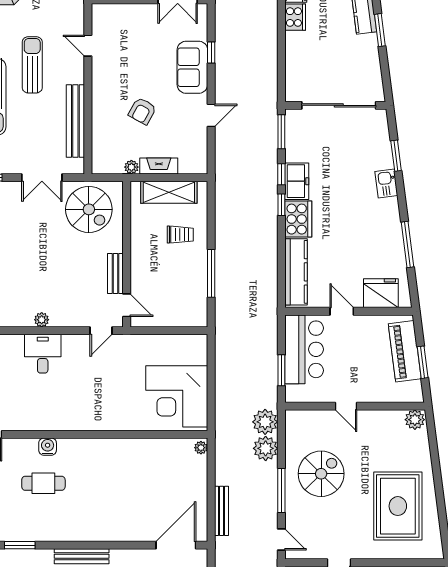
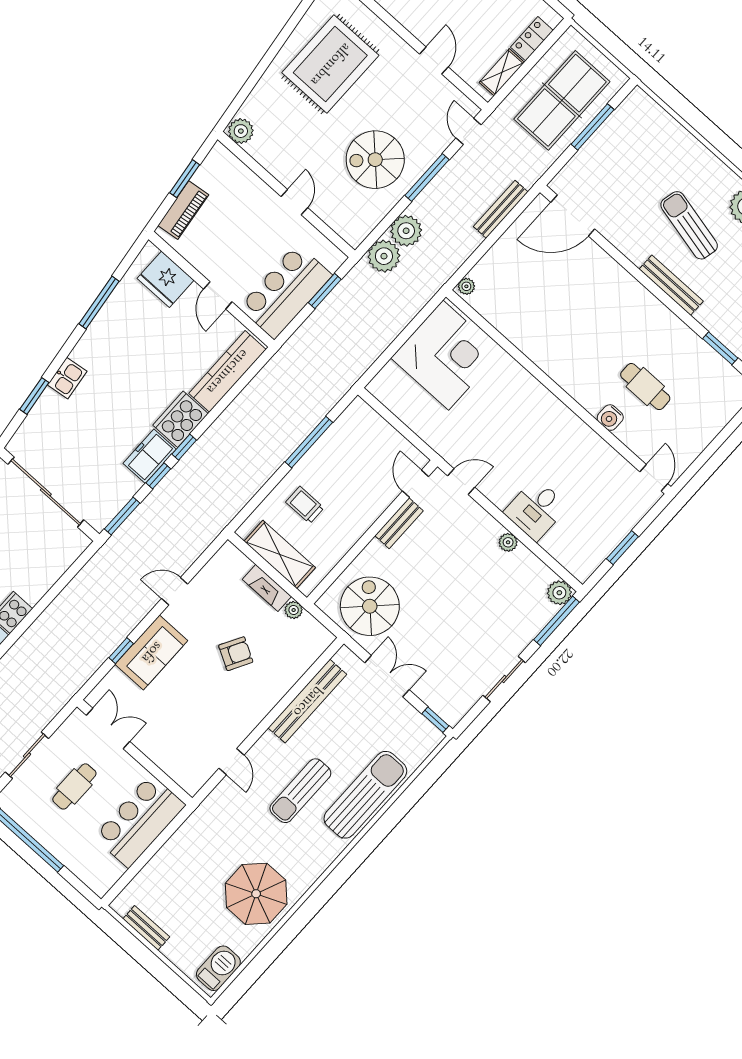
piano: (405, 351) -> (183, 210), width x0.73, depth x0.75

